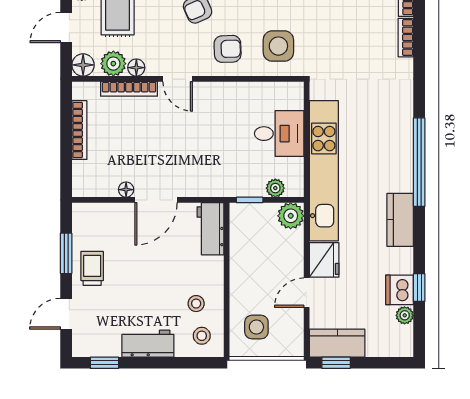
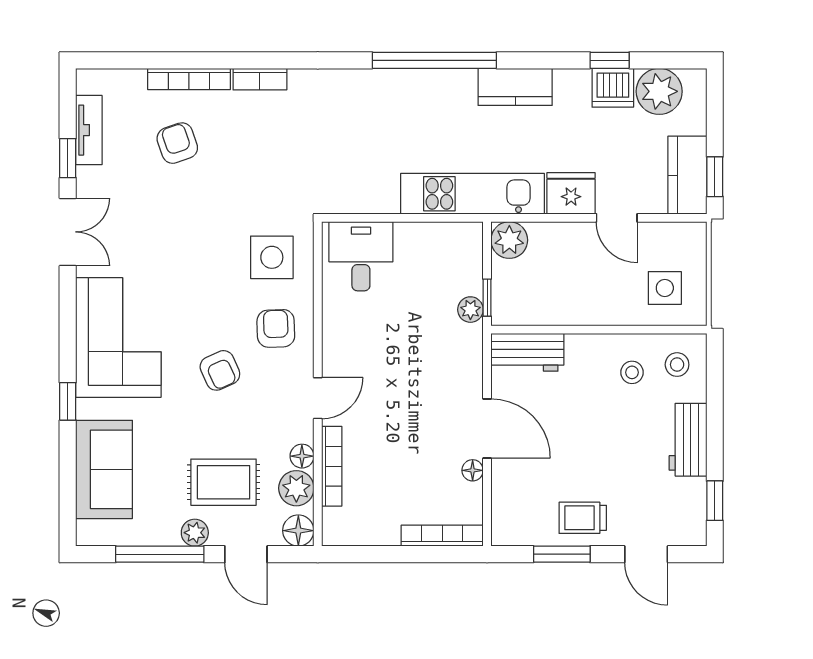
bookcase: (79, 130) -> (442, 536), moved
desk: (279, 134) -> (361, 256), moved
kitchen unit: (324, 171) -> (472, 194), width x0.73
plant: (275, 188) -> (470, 310), moved
plant: (405, 315) -> (659, 91), width x1.88, depth x1.88

